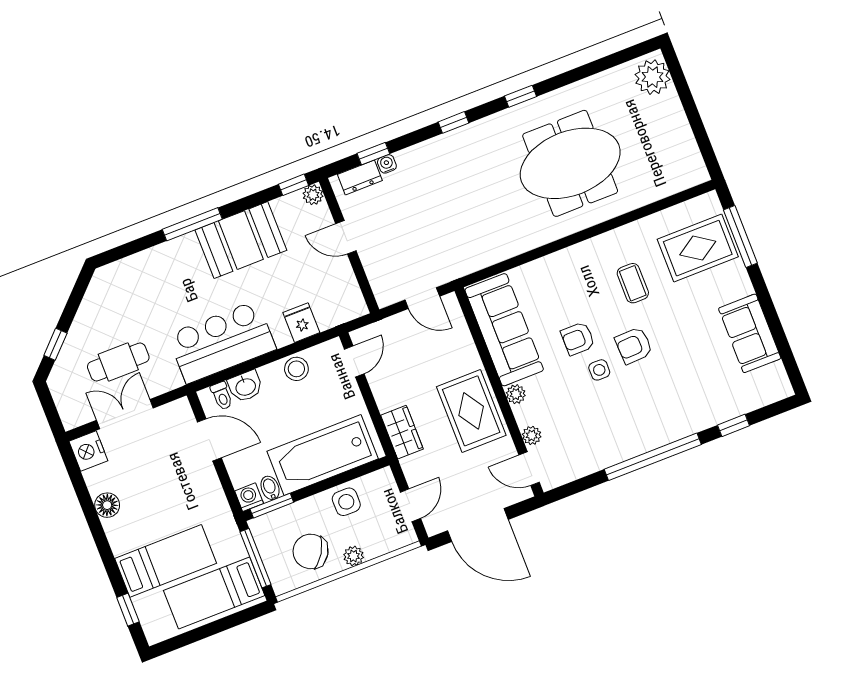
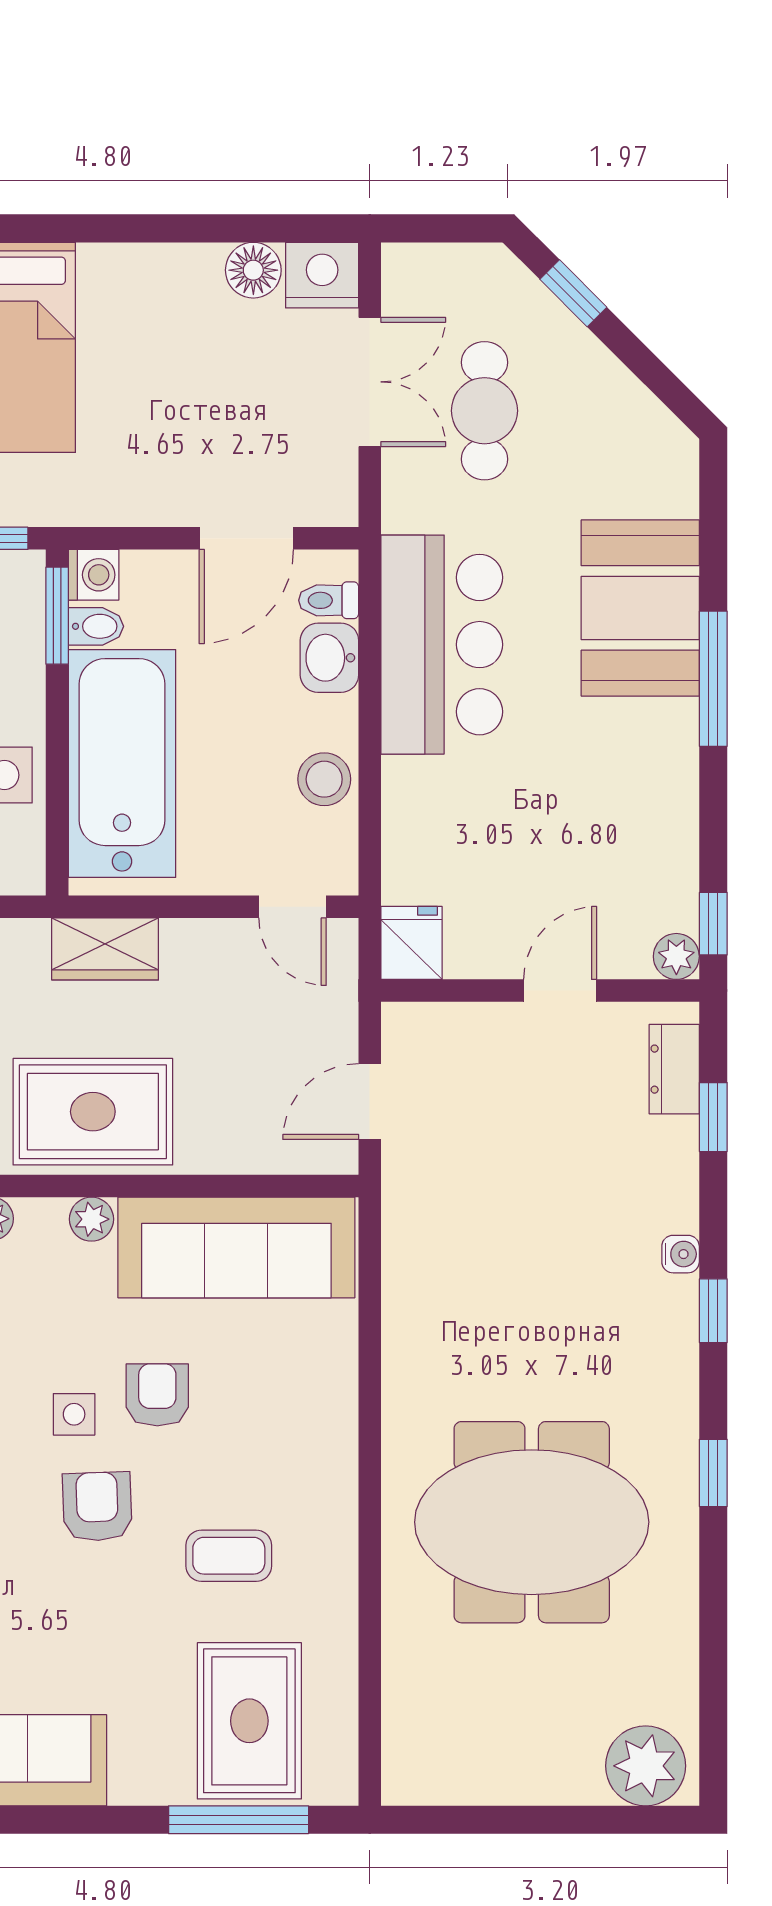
meeting table: (570, 163) -> (532, 1522), turned 90
water cooler: (387, 164) -> (681, 1254), moved
booth: (241, 240) -> (640, 608), moved
fridge: (301, 323) -> (412, 943), moved, turned -90
floor lamp: (107, 505) -> (253, 270), moved

